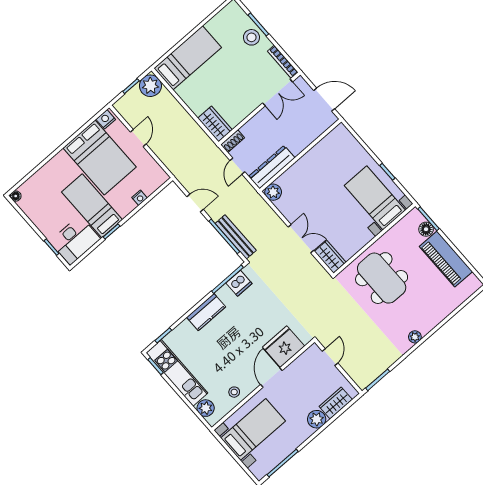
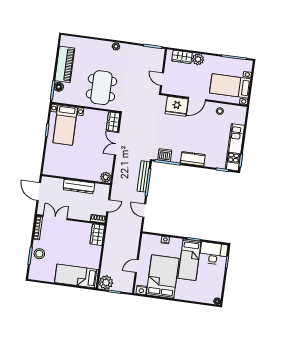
dresser: (272, 167) -> (79, 186), moved
door: (330, 357) -> (162, 79), hinge flipped
plant: (206, 408) -> (240, 118), removed

